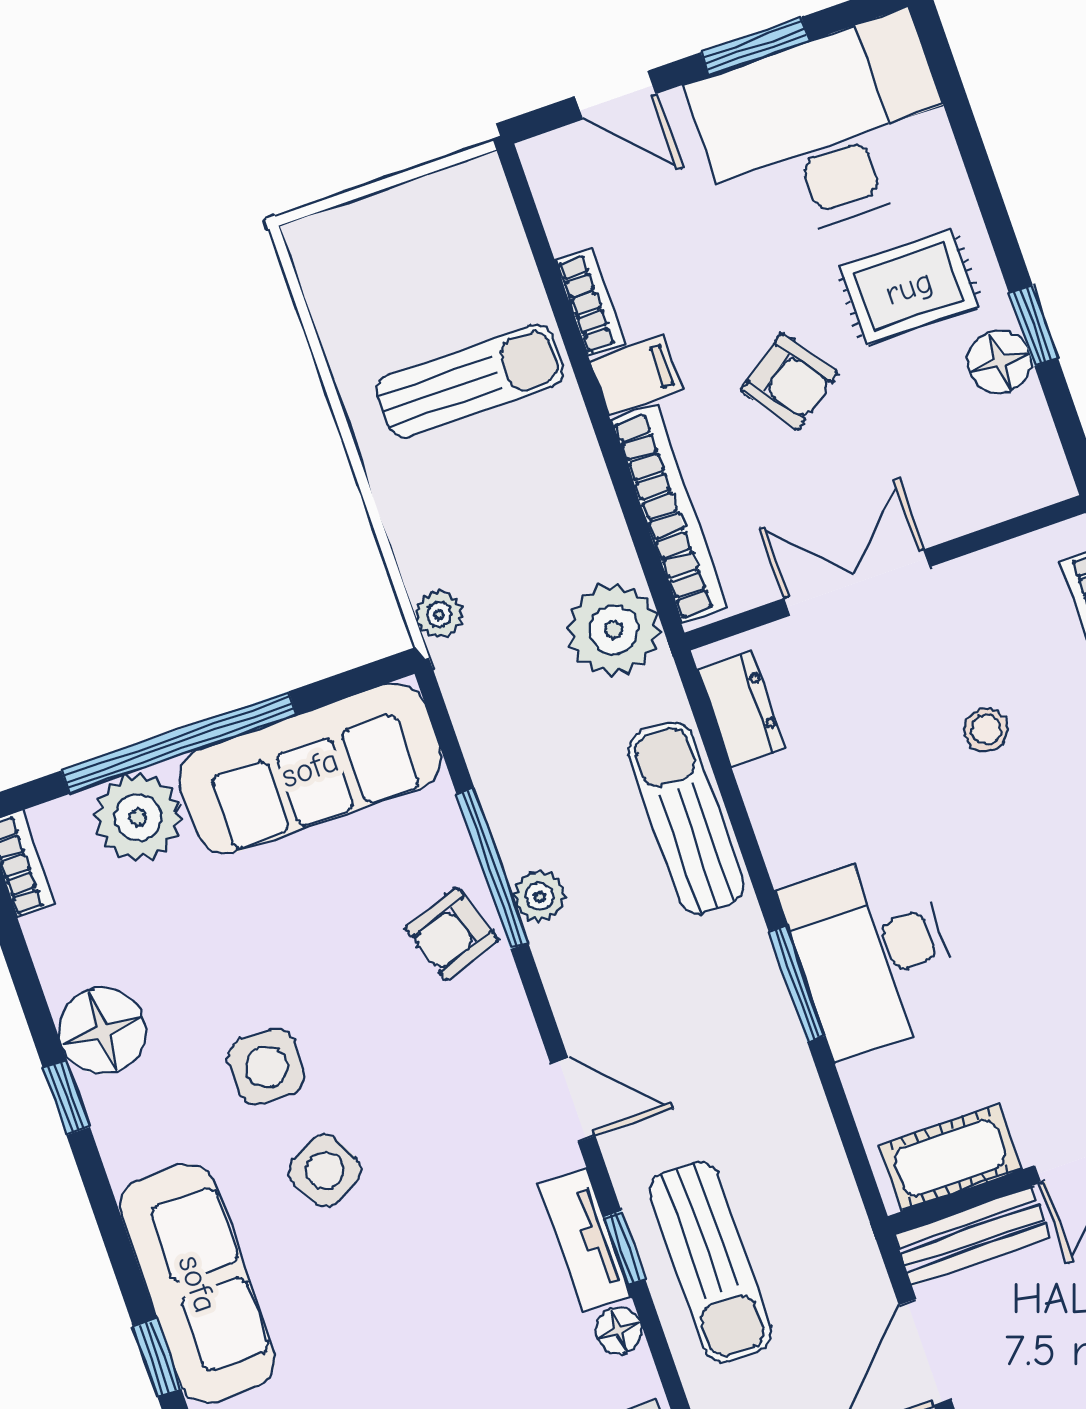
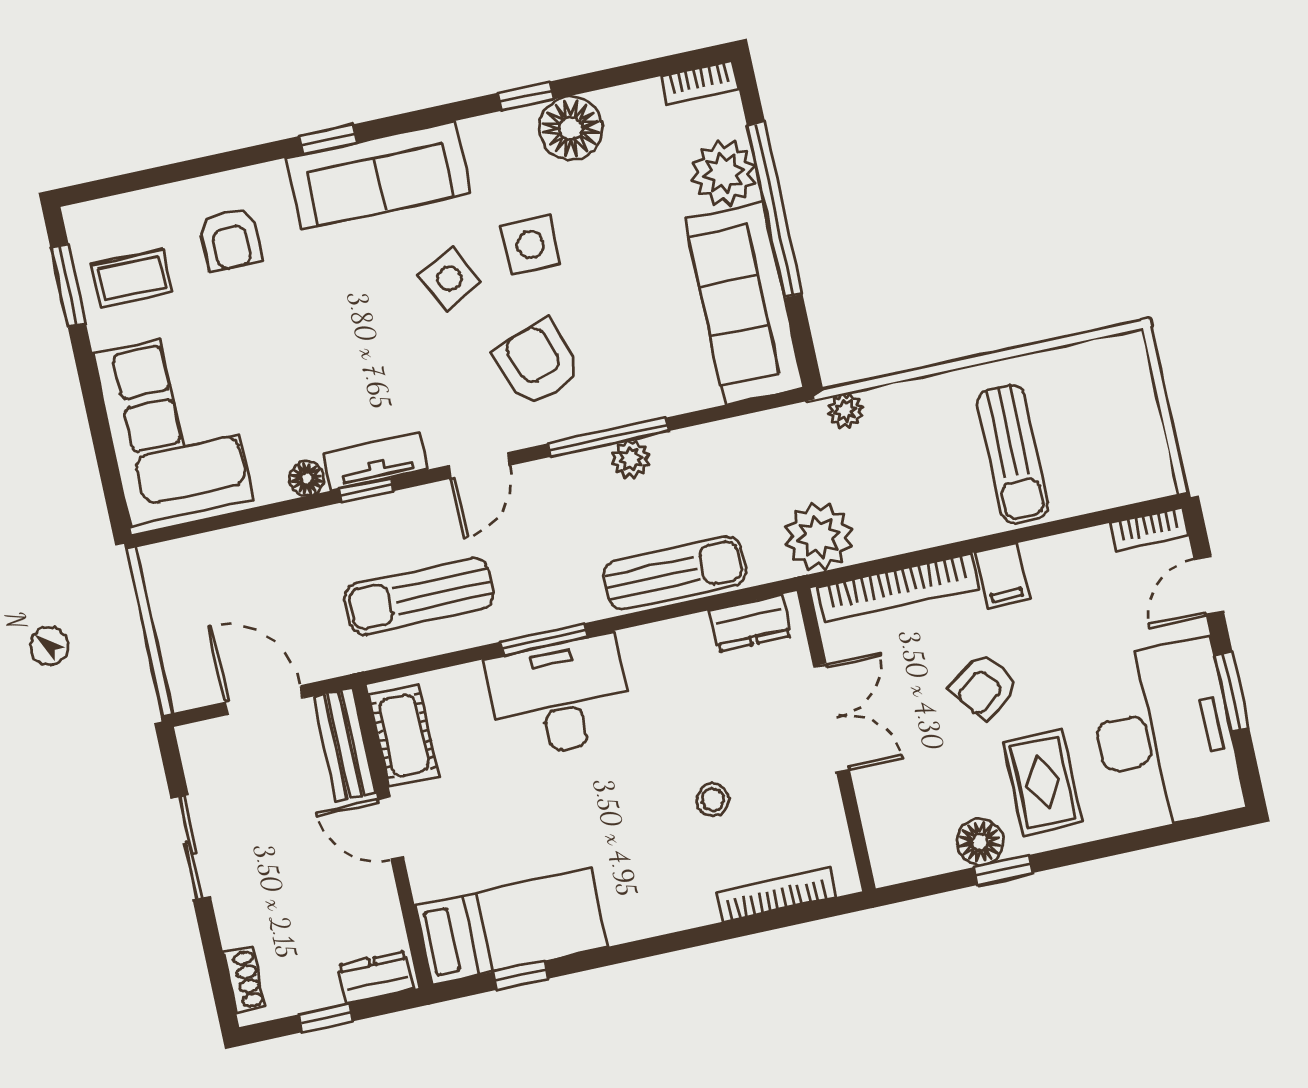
bookcase: (590, 302) -> (1150, 529), moved
window: (492, 868) -> (608, 437), moved
armchair: (451, 934) -> (538, 363), moved, width x1.38, depth x1.38
sun lounger: (711, 1262) -> (419, 596), moved

